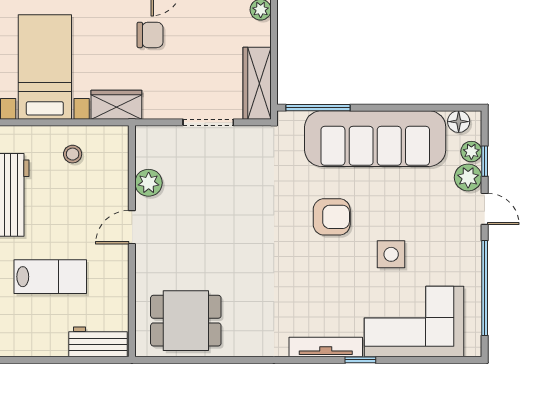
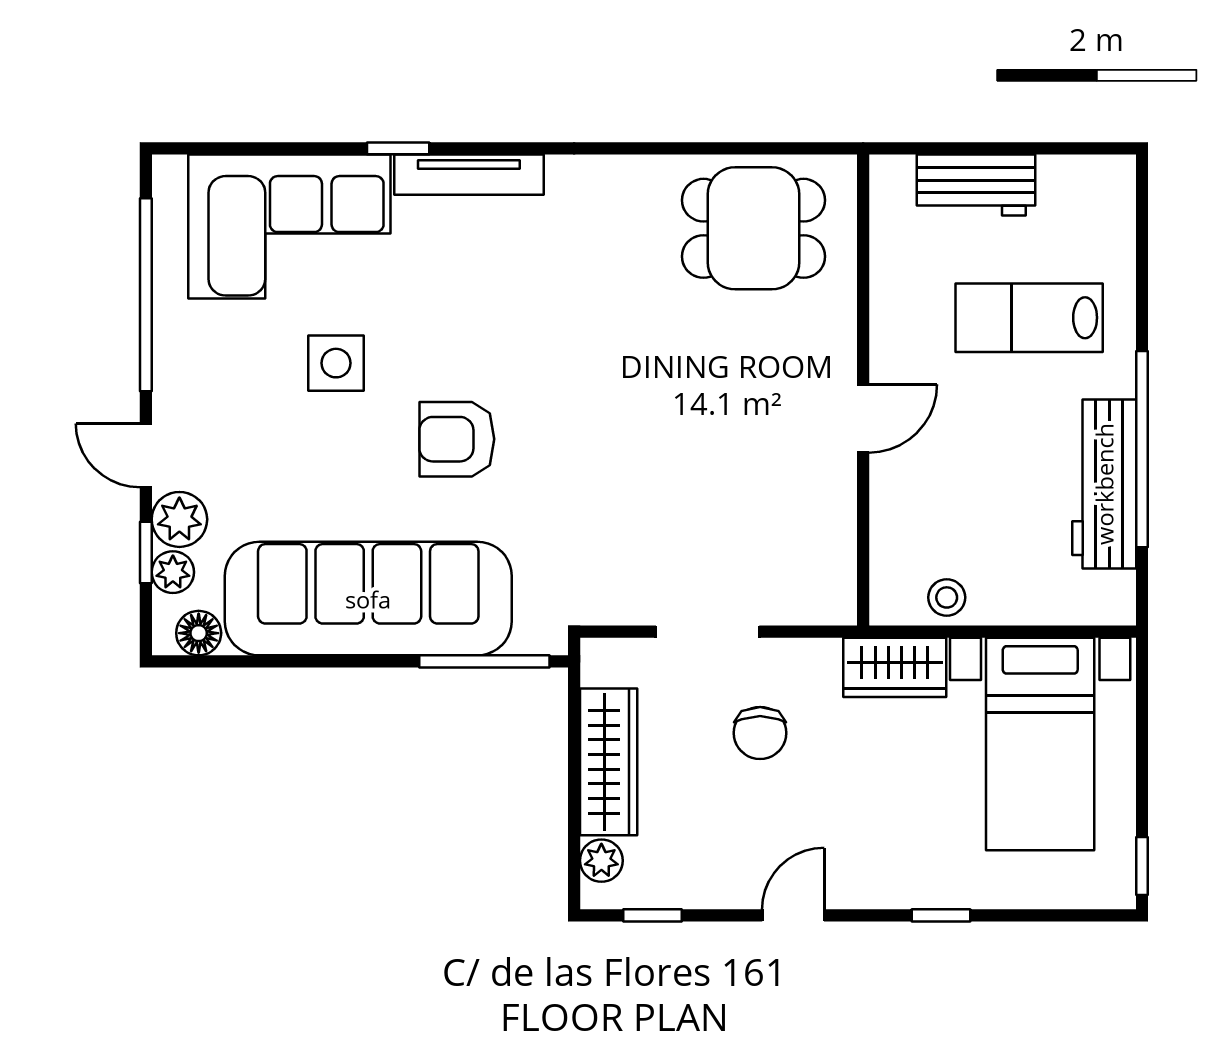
chair: (150, 35) -> (760, 733), moved, turned -90
wardrobe: (257, 83) -> (609, 762), moved
stool: (73, 154) -> (947, 597), moved
plant: (149, 183) -> (829, 509), removed
workbench: (98, 342) -> (976, 185), moved

